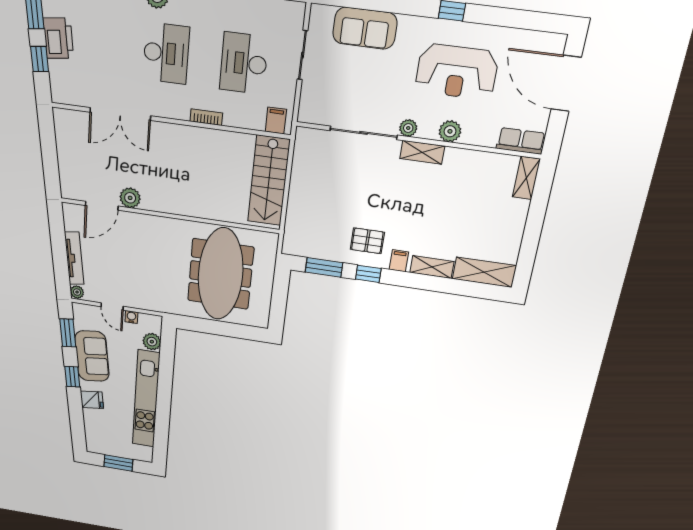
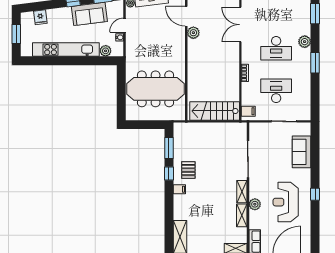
plant: (408, 128) -> (254, 182), removed
shelving: (432, 267) -> (242, 215), moved
fridge: (92, 400) -> (40, 17), moved

